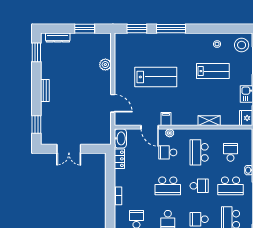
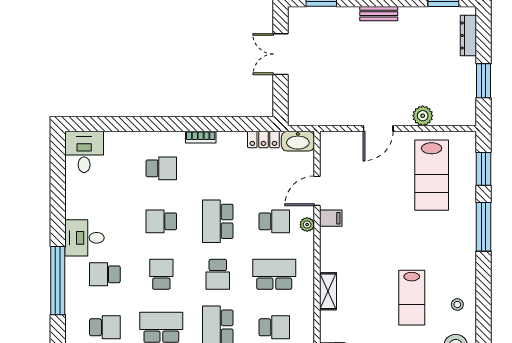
lab bench: (156, 77) -> (432, 175), moved
door: (113, 103) -> (378, 128), moved
school desk: (168, 152) -> (274, 221), turned 90

